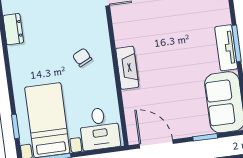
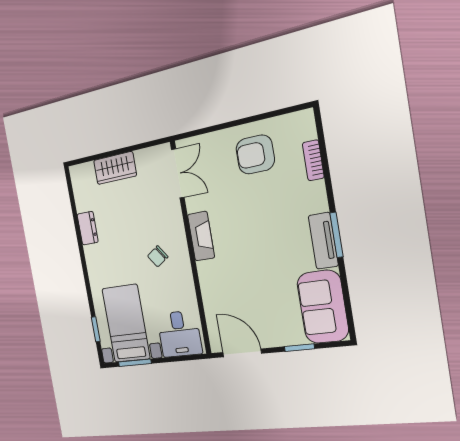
chair: (82, 57) -> (158, 256), turned -98
fireplace: (127, 68) -> (201, 236), moved

